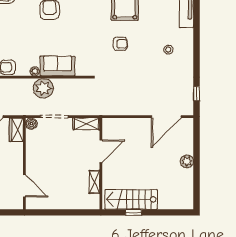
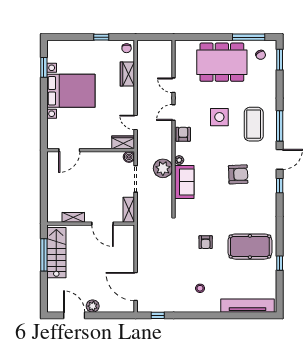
door: (197, 181) -> (74, 315), added
window: (134, 212) -> (44, 255), width x2.17

